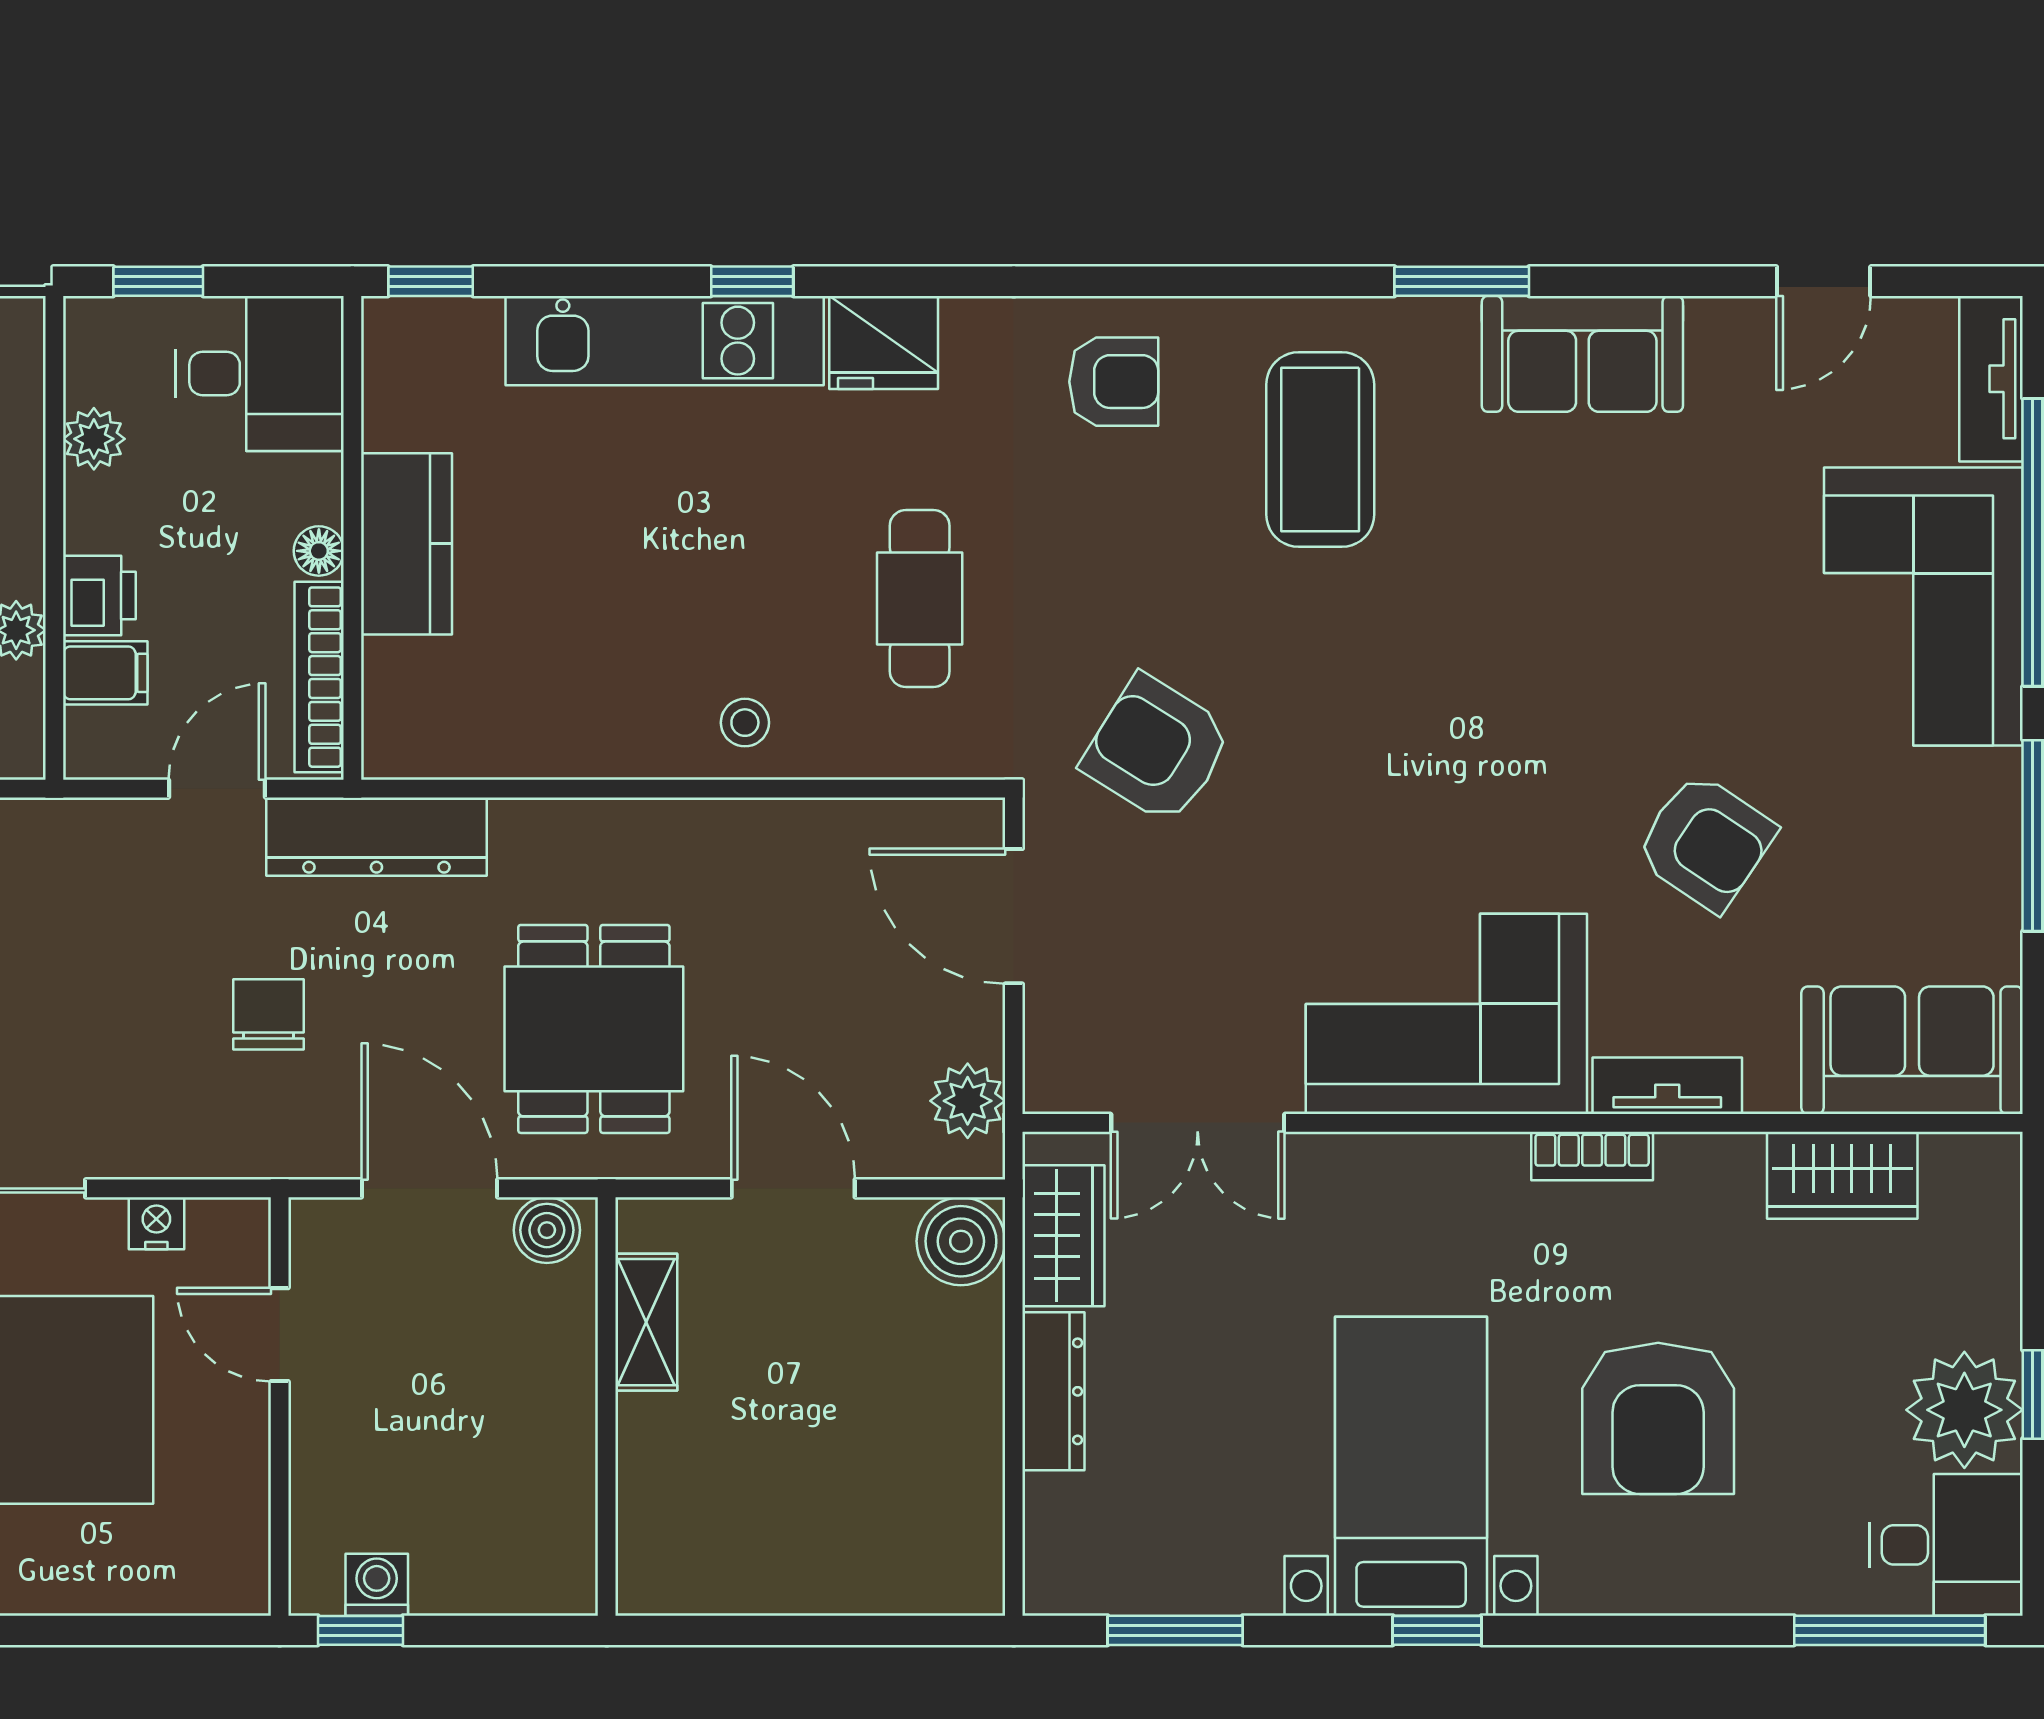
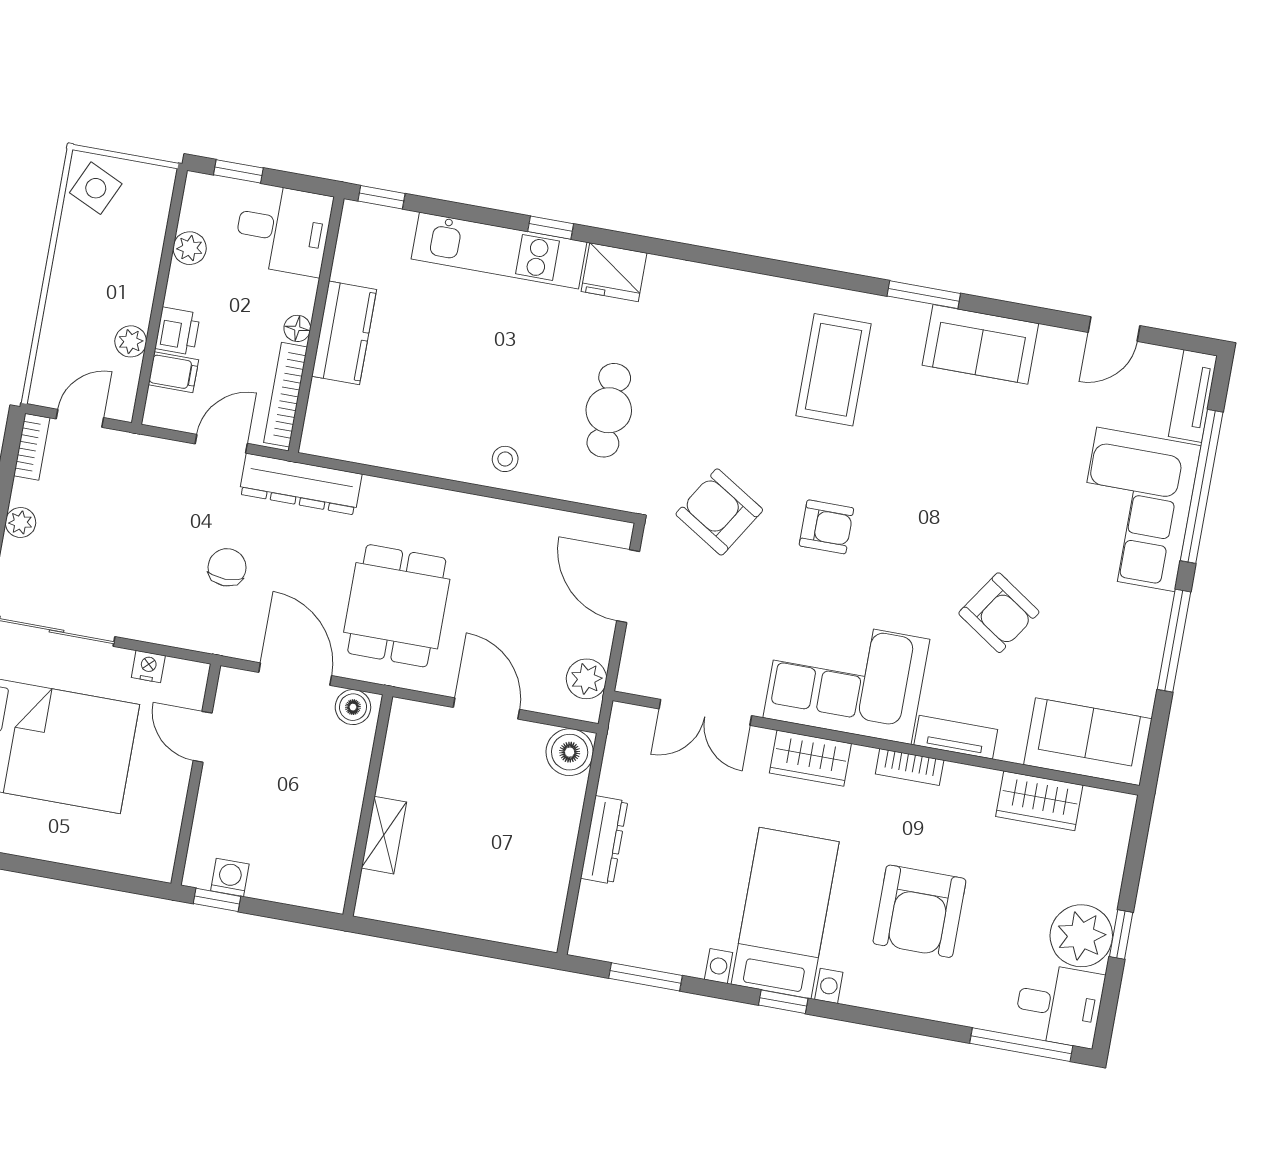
armchair: (1114, 382) -> (826, 527), moved
wardrobe: (1063, 1236) -> (810, 758), moved, turned 90
shelving: (646, 1322) -> (384, 835), moved

